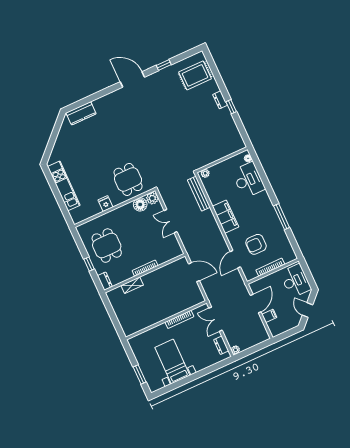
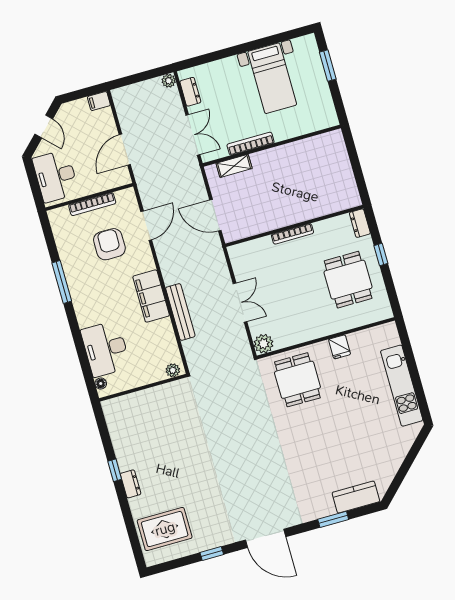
window: (93, 98) -> (333, 519), added
bench: (199, 194) -> (180, 312), moved
floor lamp: (140, 204) -> (284, 337), removed
armchair: (256, 244) -> (109, 244), turned -90
shelving: (132, 285) -> (234, 166), moved
filing cabinet: (269, 316) -> (99, 101), moved

